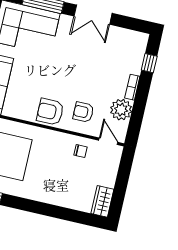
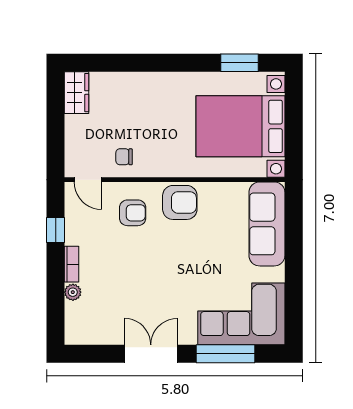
window: (149, 63) -> (56, 230), moved
plant: (121, 110) -> (73, 292), moved, width x0.53, depth x0.53

